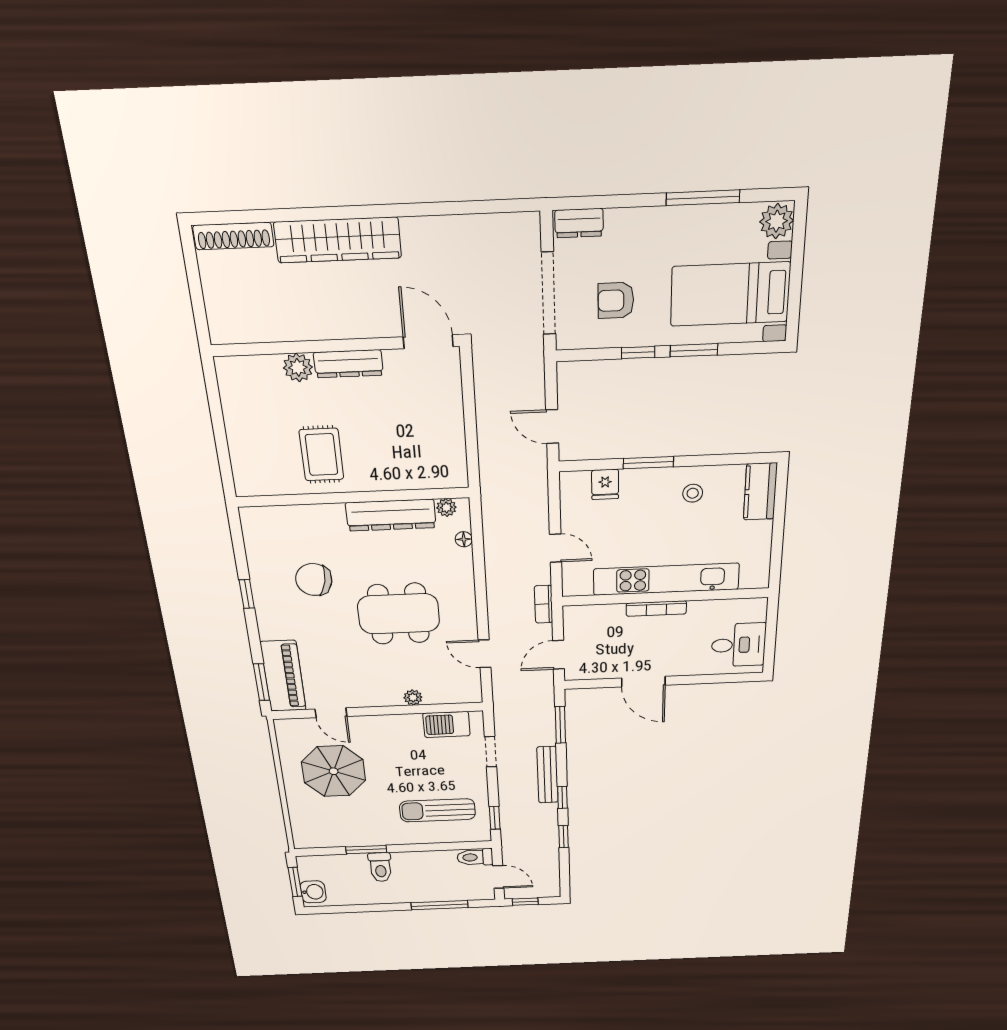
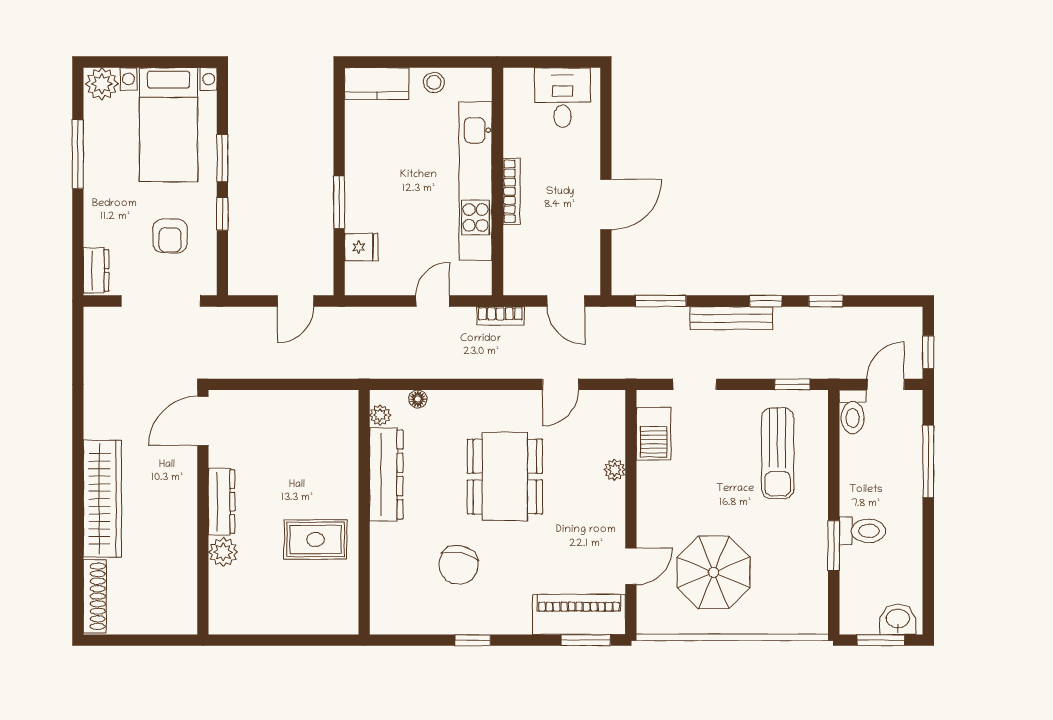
stool: (693, 493) -> (434, 82), moved

